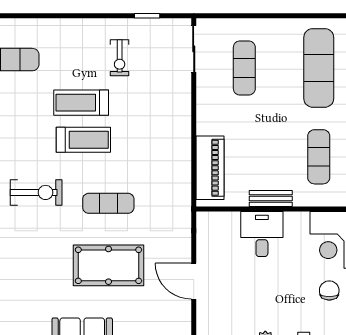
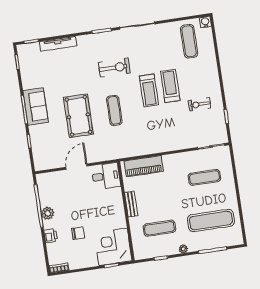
exercise bike: (36, 192) -> (114, 68), turned -90
desk: (262, 234) -> (106, 176), moved
chair: (329, 290) -> (78, 233), moved

